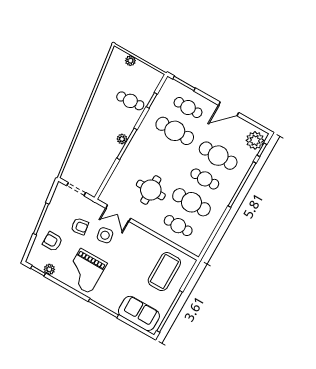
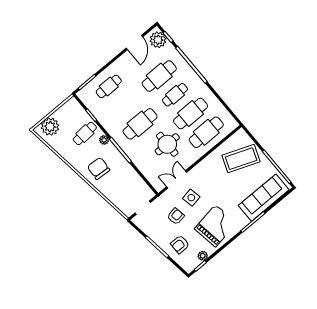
plant: (130, 61) -> (50, 127), width x1.88, depth x1.88
door: (229, 109) -> (134, 42), moved
chair: (100, 128) -> (99, 168), added
cafe table: (175, 131) -> (140, 124), moved
plant: (122, 139) -> (104, 140), moved
double door: (118, 213) -> (177, 179), swing flipped
cafe table: (178, 226) -> (206, 132), width x1.37, depth x1.35
grand piano: (85, 271) -> (216, 226), turned -99
coffee table: (164, 272) -> (241, 159), turned -69
sofa: (139, 313) -> (264, 198), width x1.36

